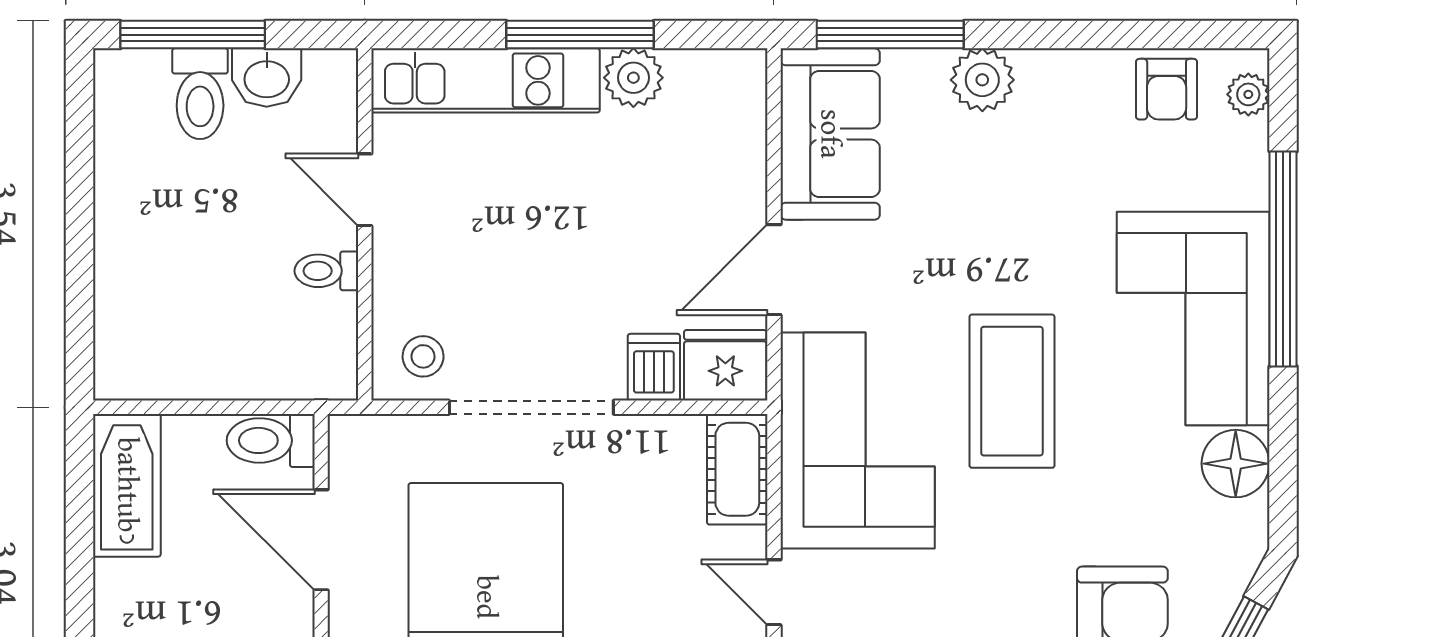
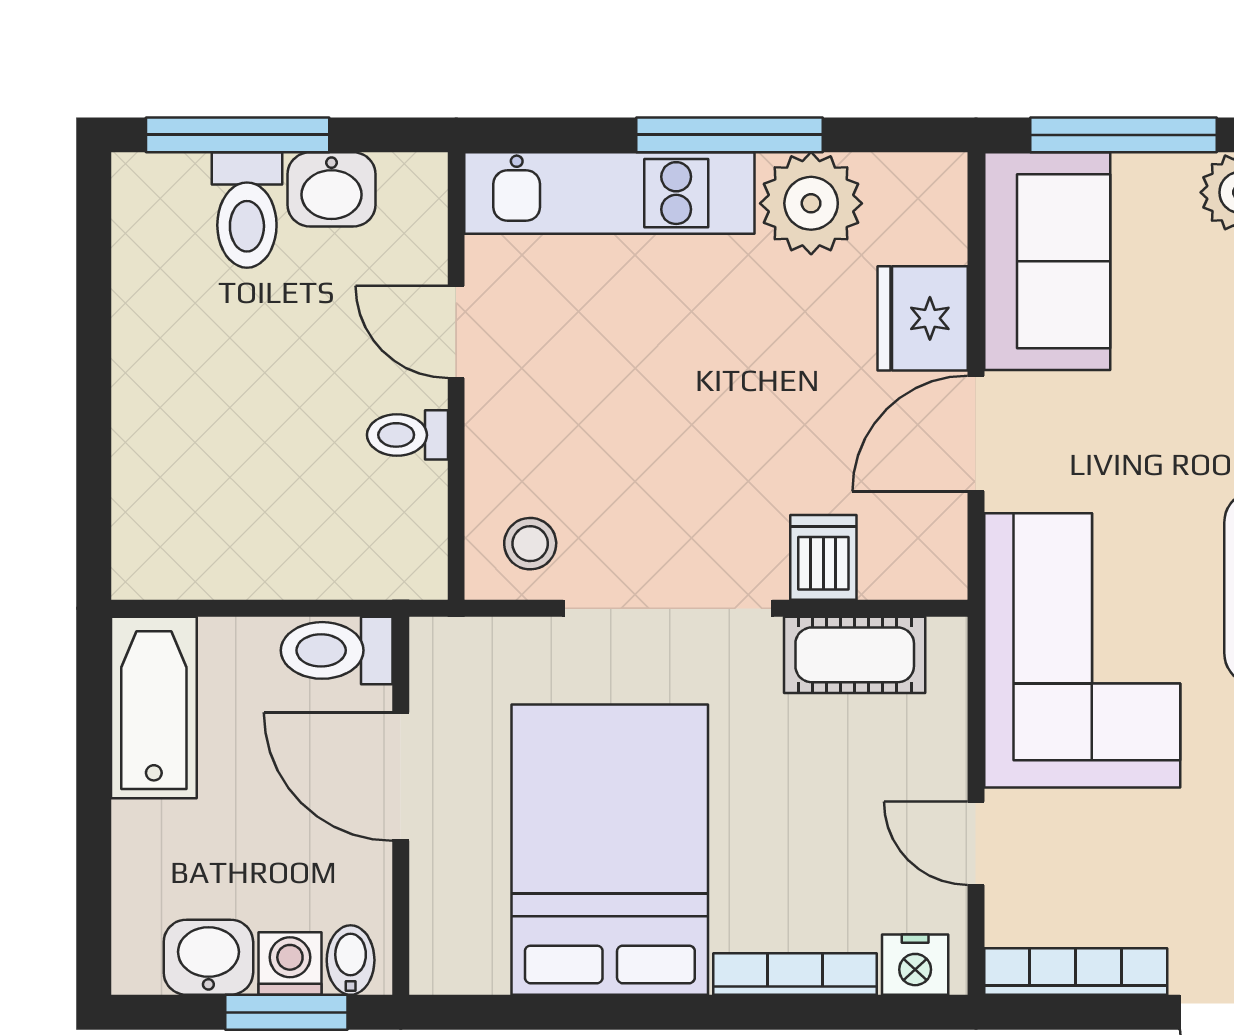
plant: (633, 78) -> (811, 203), width x1.36, depth x1.36
fridge: (725, 365) -> (923, 318), moved, turned -90
cot: (737, 469) -> (855, 655), moved, turned 90

